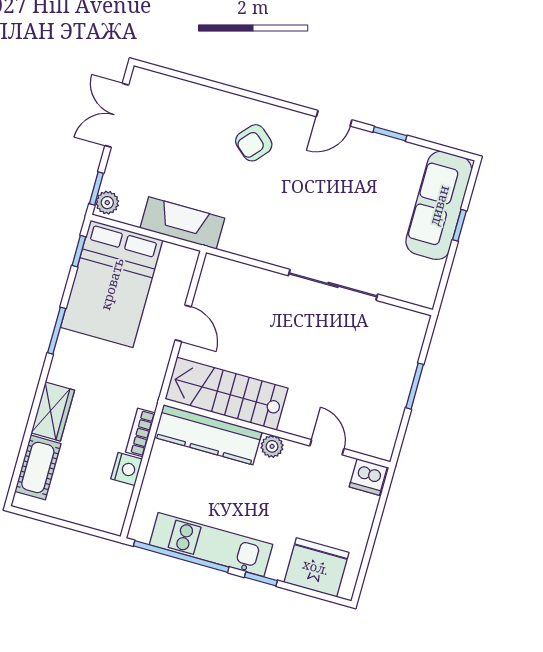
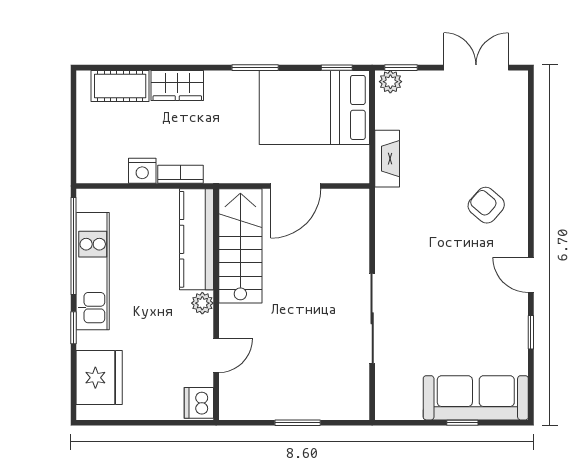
fireplace: (182, 223) -> (387, 159), width x0.73, depth x0.76
door: (183, 323) -> (296, 186), width x1.38

